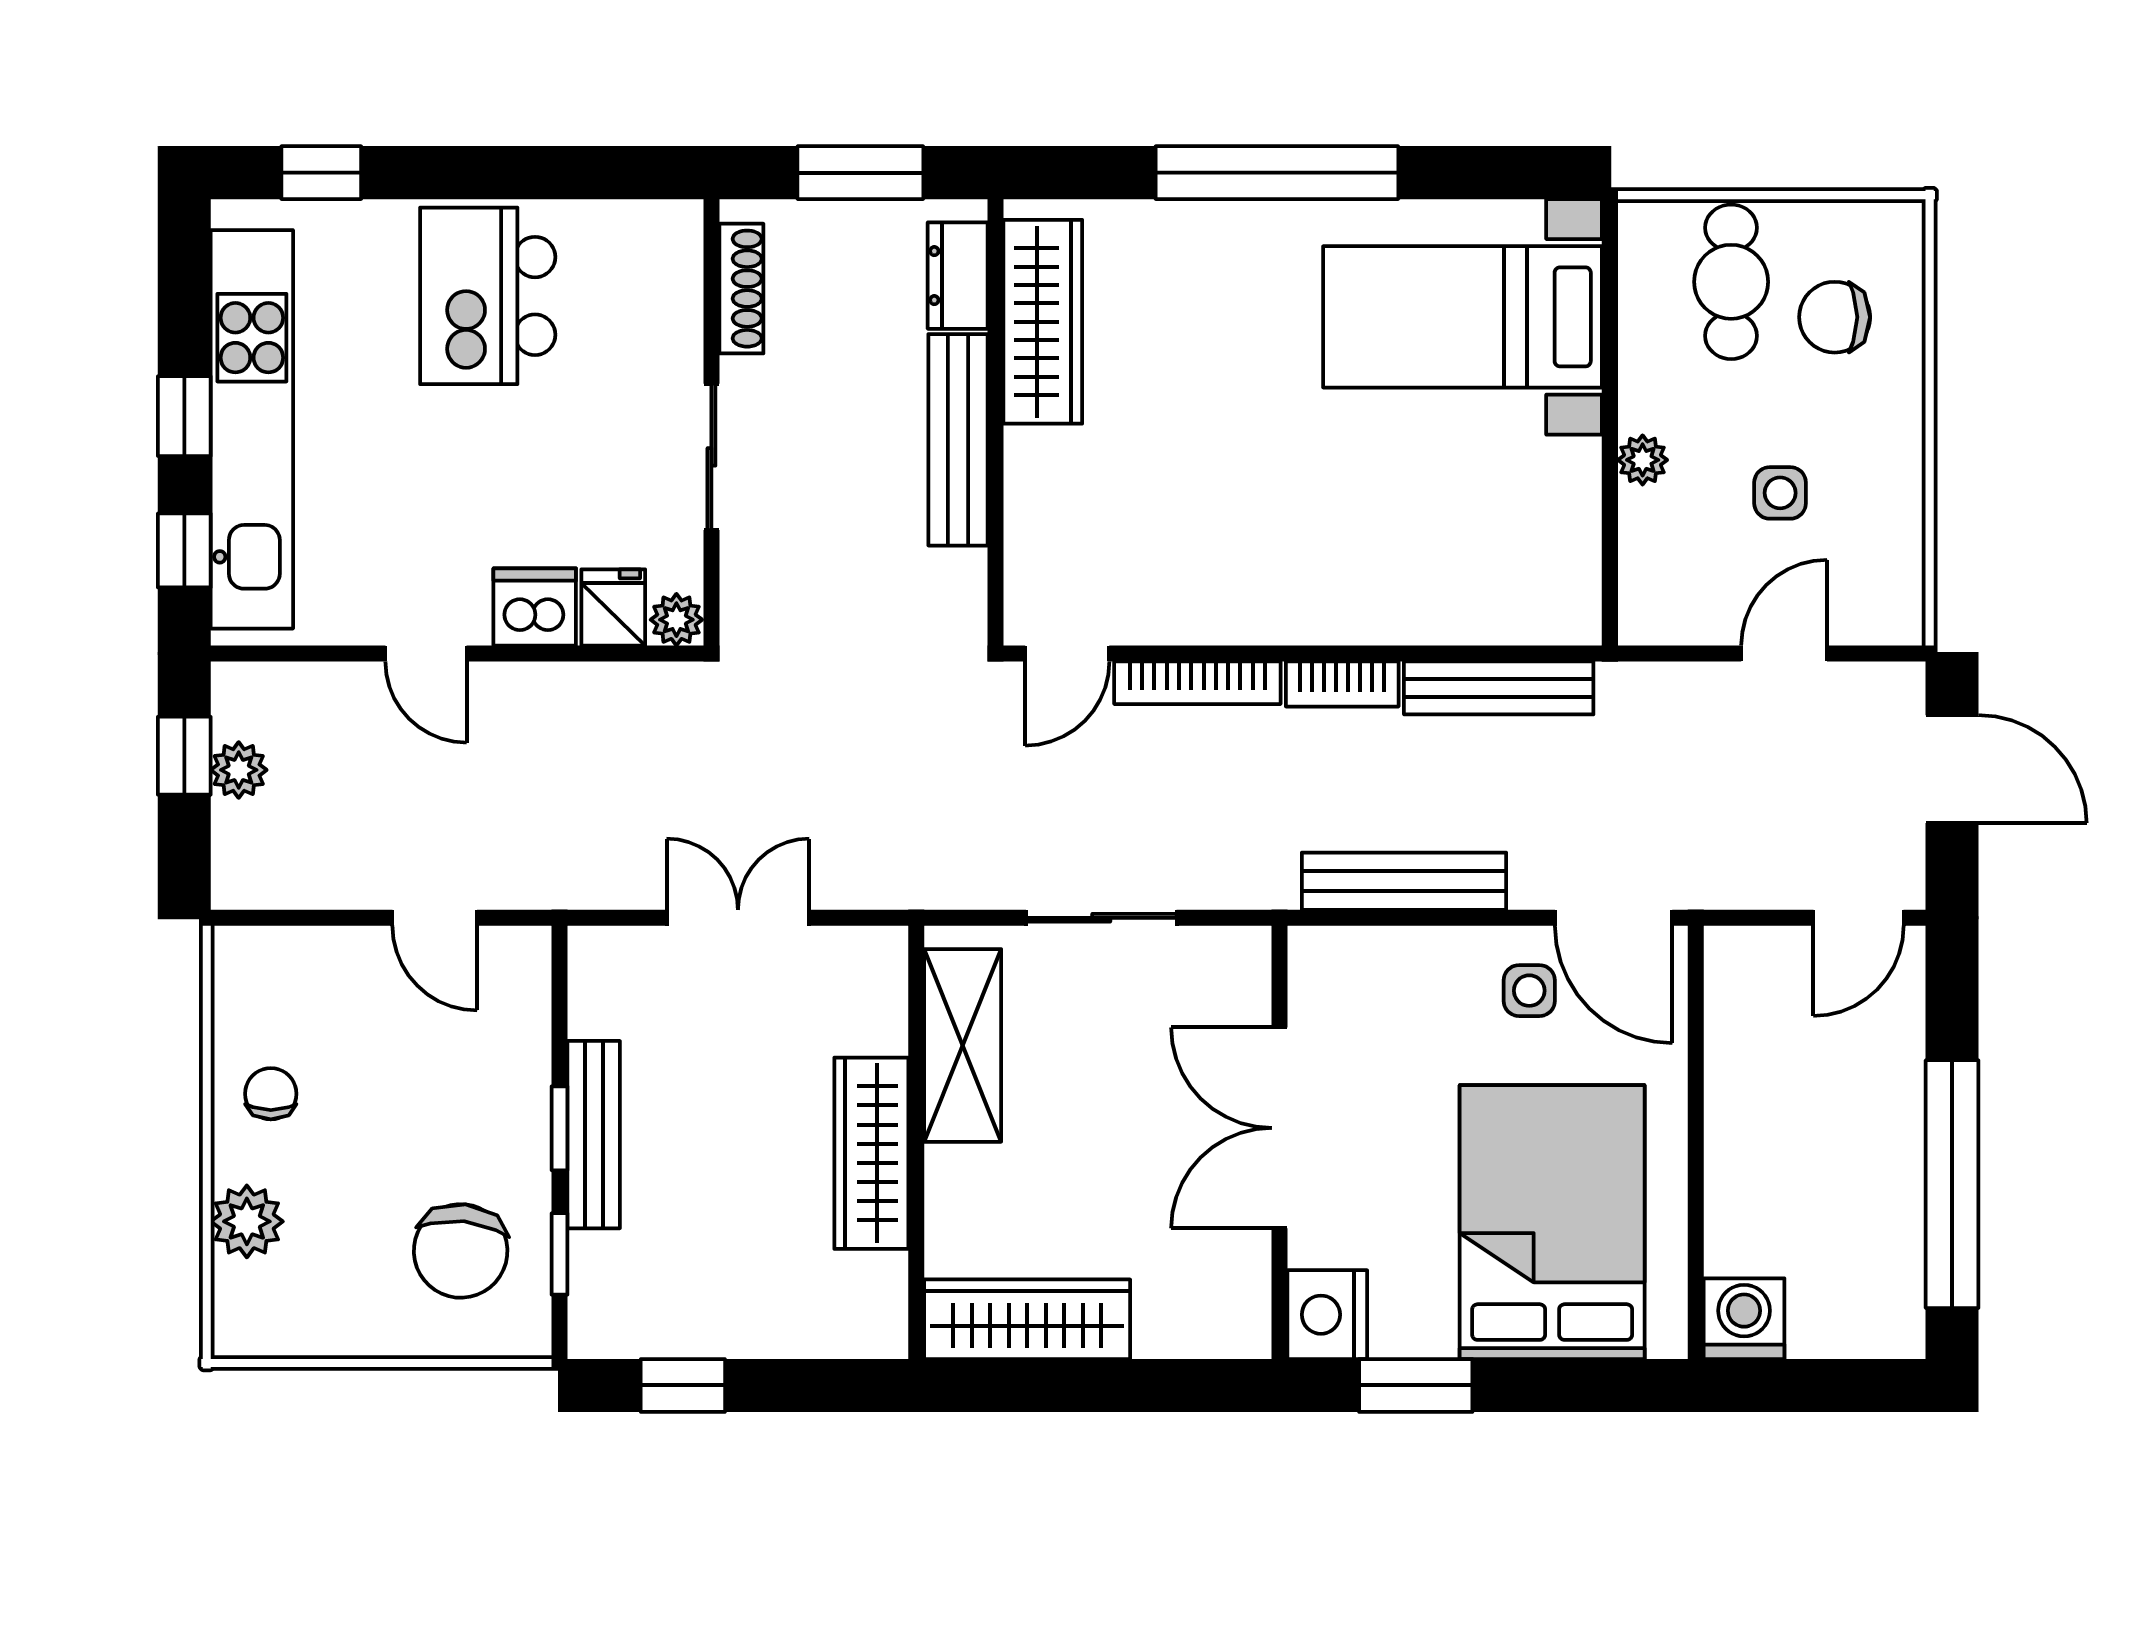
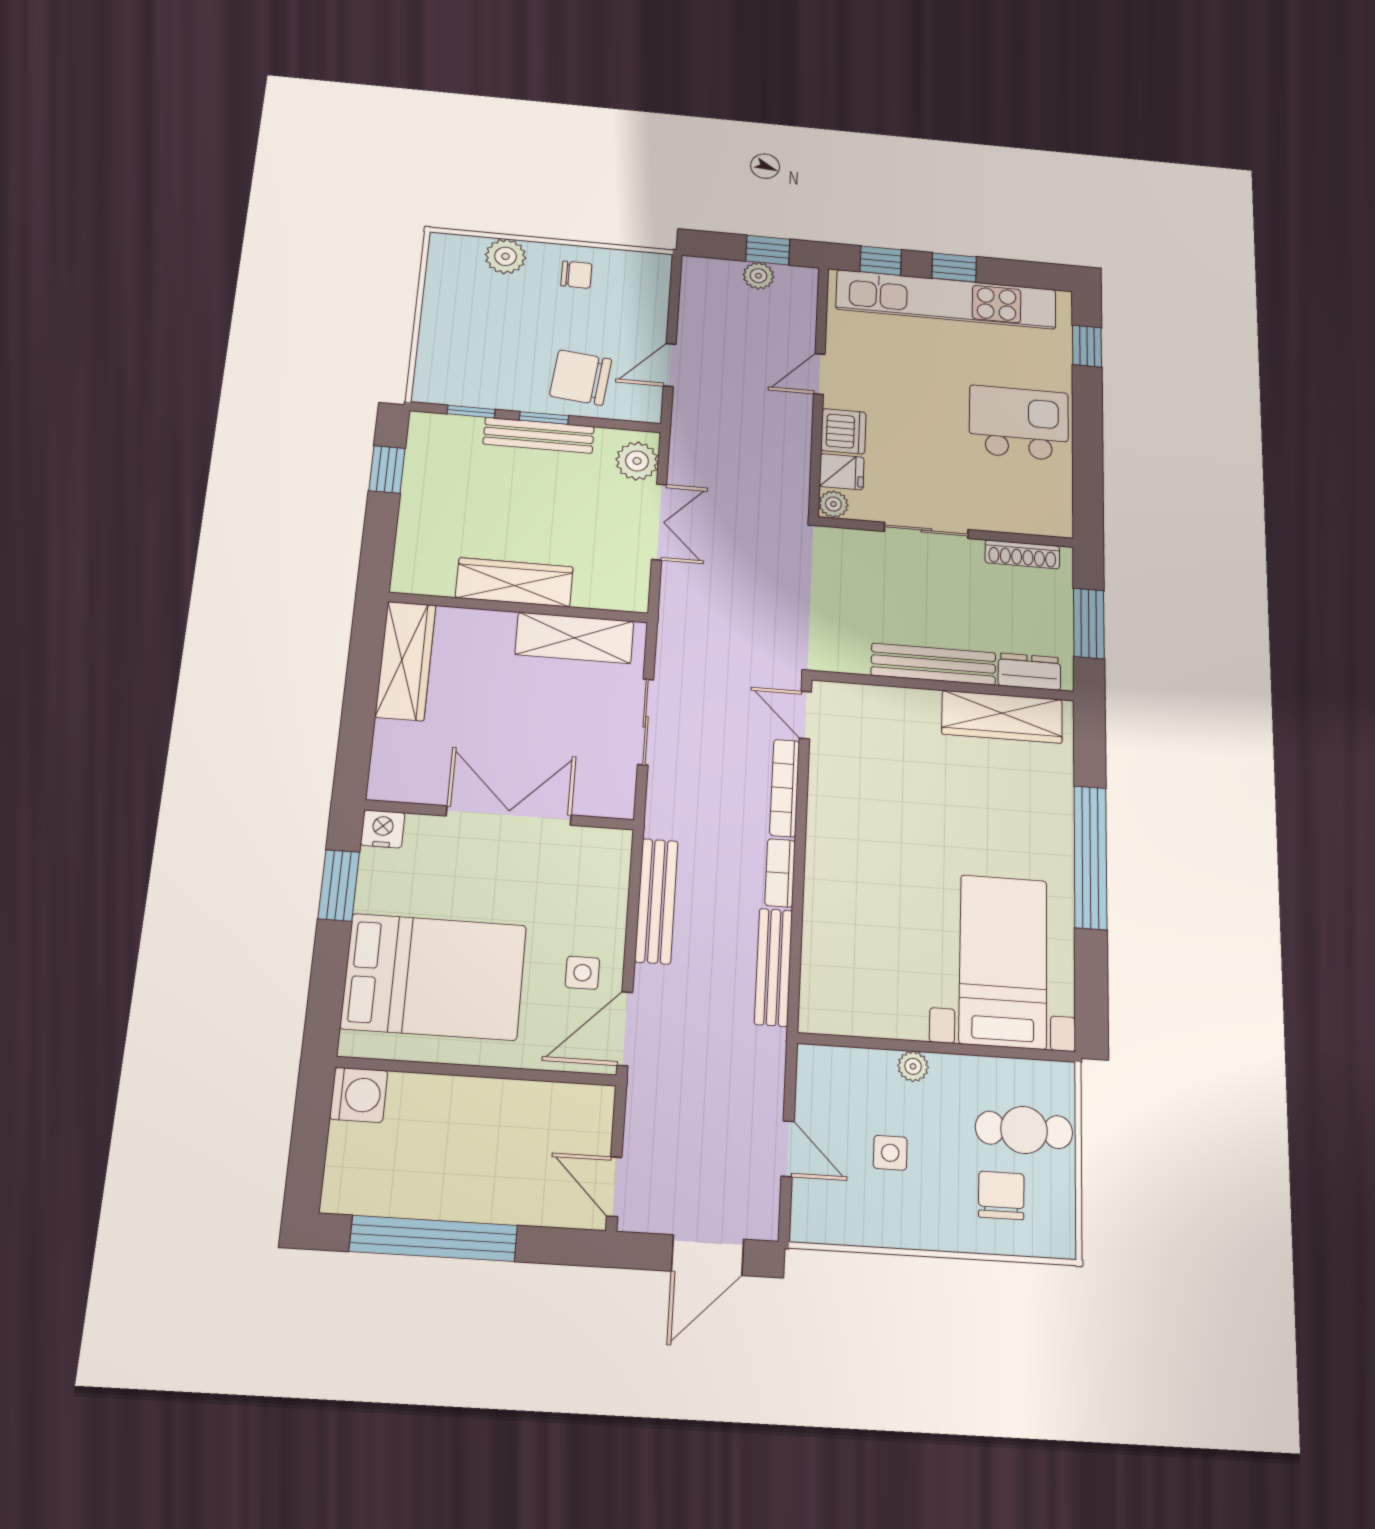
plant: (626, 963) -> (637, 461), added
chair: (461, 1251) -> (581, 378), moved
nightstand: (1327, 1315) -> (383, 829), width x0.74, depth x0.75

